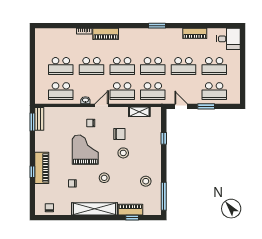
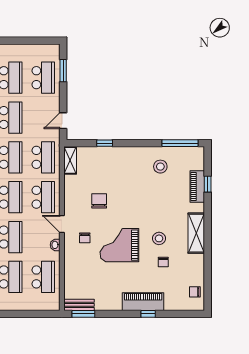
window: (206, 106) -> (63, 71), moved
shelving: (139, 112) -> (70, 160), moved
stool: (123, 153) -> (124, 196), removed
stool: (104, 178) -> (159, 238), moved
shelving: (95, 209) -> (196, 233), width x0.68

